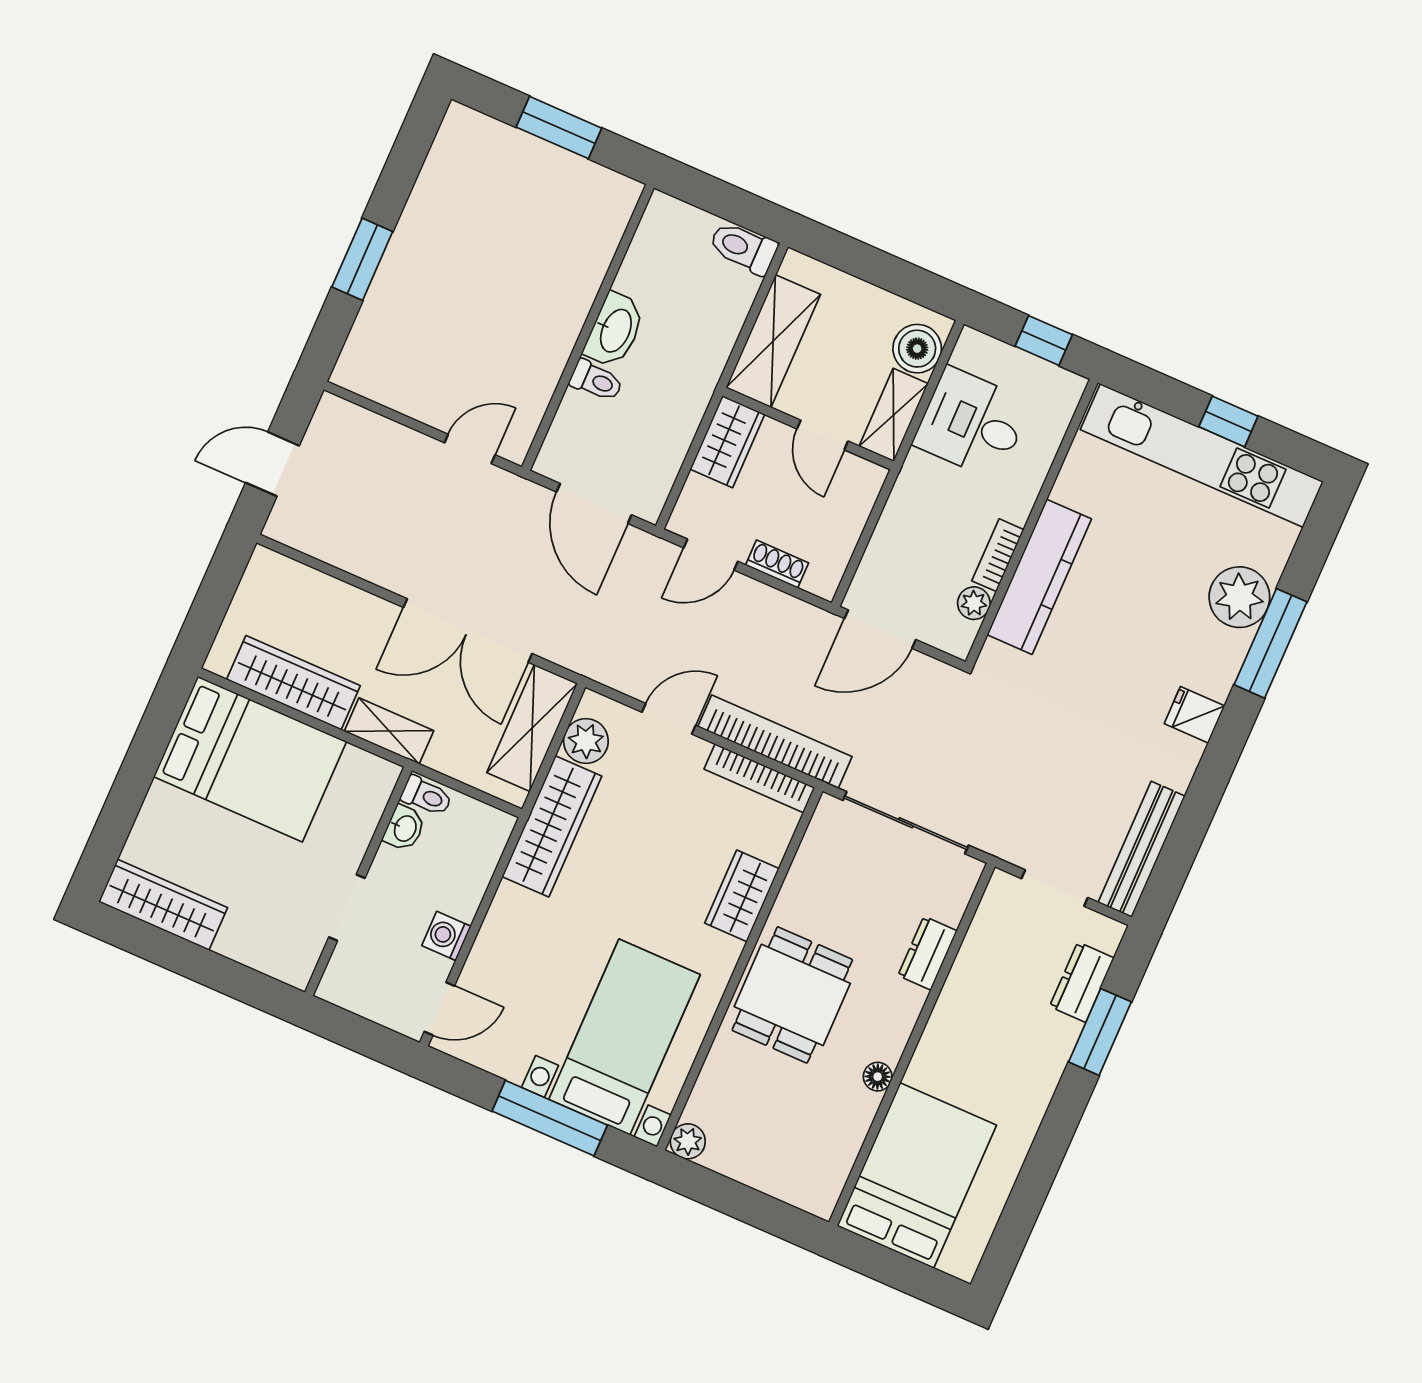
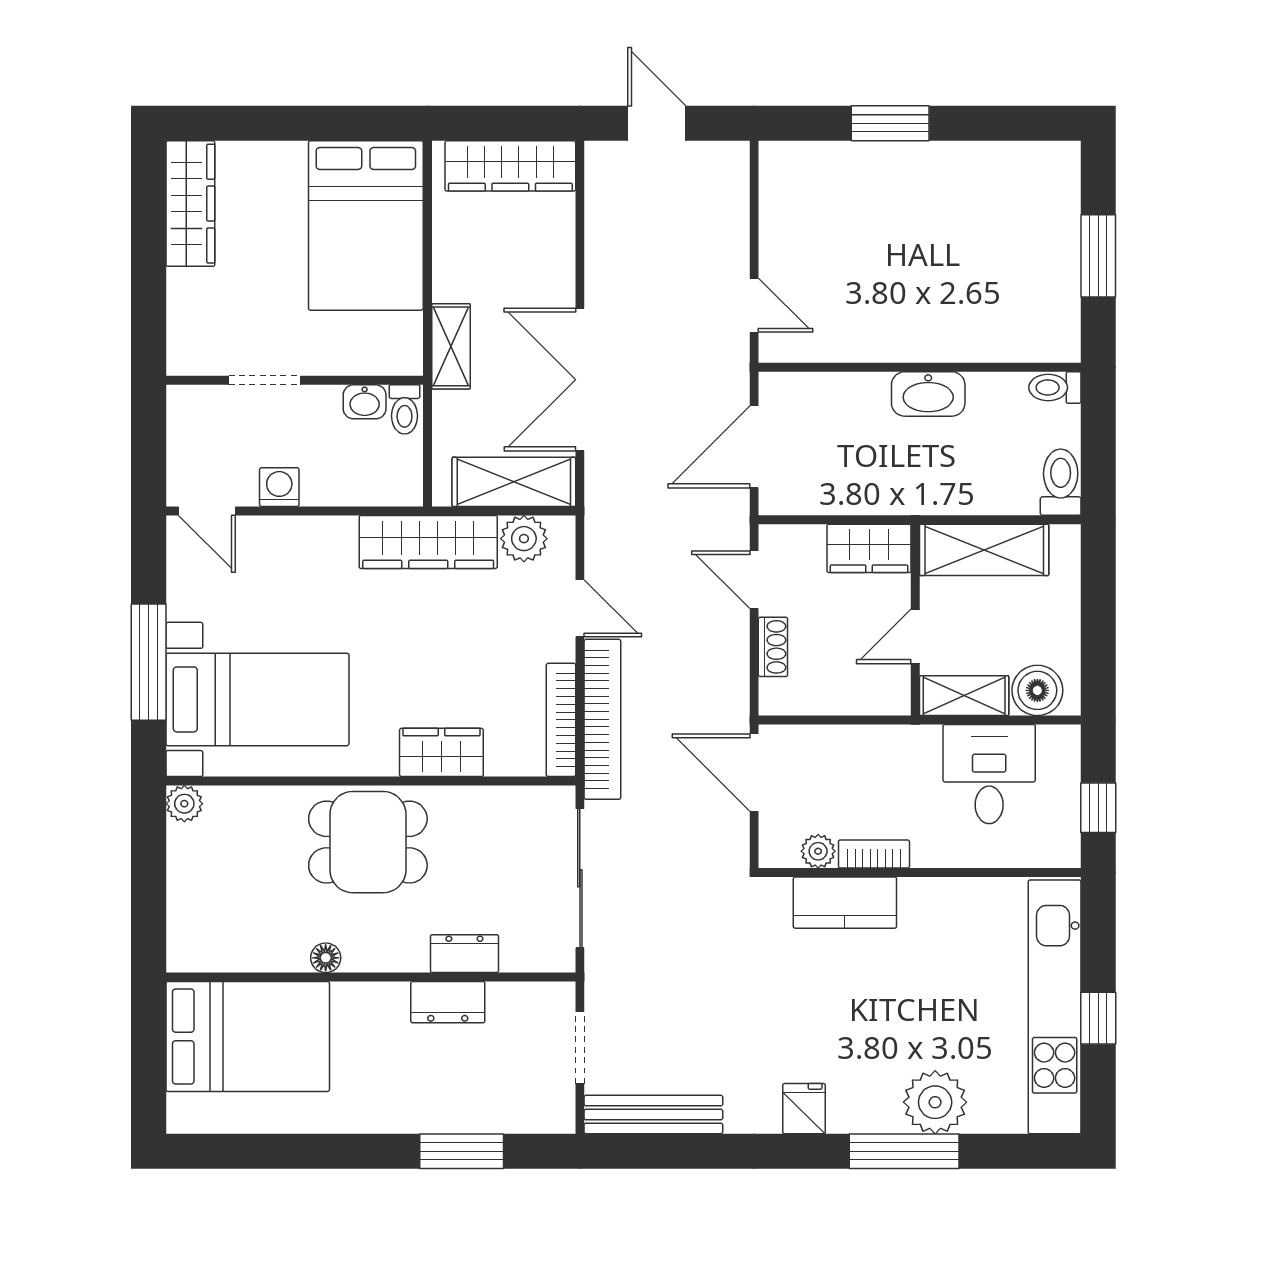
toilet: (596, 381) -> (1055, 387), moved, turned 90
kitchen counter: (1039, 577) -> (845, 903), width x0.67
wardrobe: (293, 683) -> (510, 166), moved, turned 90
dresser: (1082, 982) -> (448, 1002), moved, turned 180

